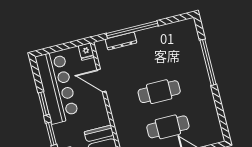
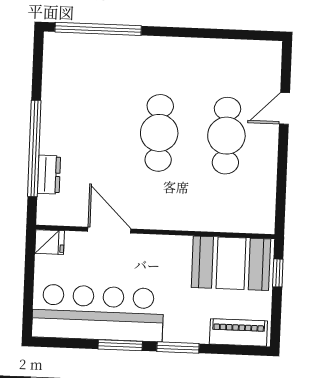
dresser: (121, 41) -> (49, 175), width x0.70
window: (208, 62) -> (98, 29), moved
door: (101, 81) -> (109, 230), swing flipped

